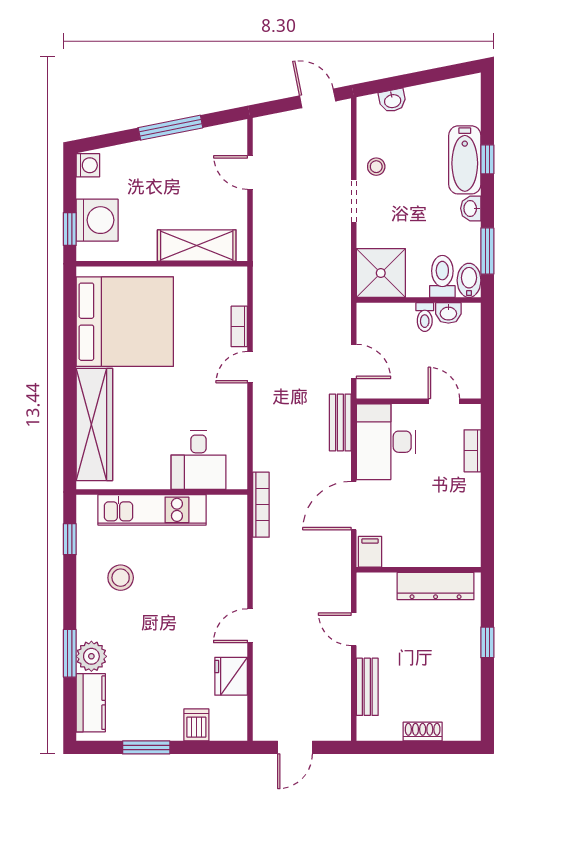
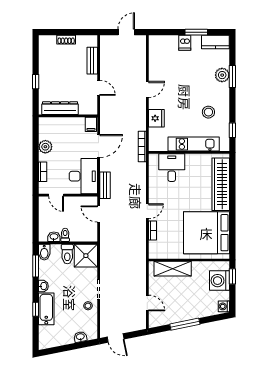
toilet: (442, 276) -> (67, 254), moved
plant: (467, 504) -> (45, 147), added
fridge: (231, 676) -> (156, 118), moved
kitchen counter: (91, 703) -> (215, 42), moved, turned -90
dishwasher: (196, 725) -> (185, 43), moved

